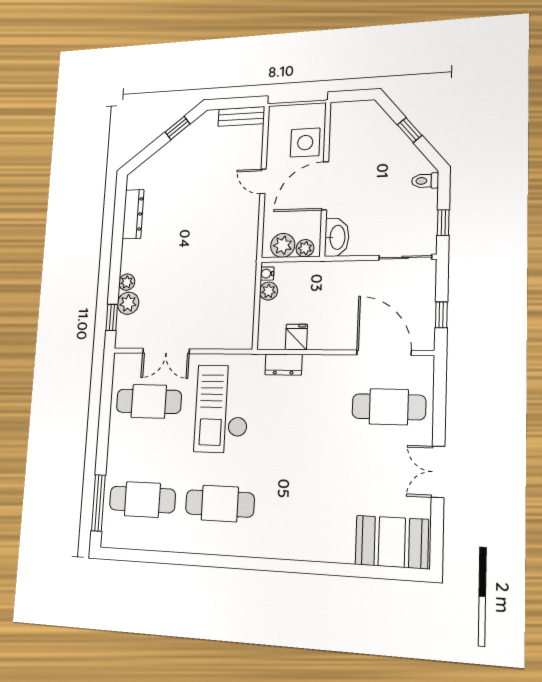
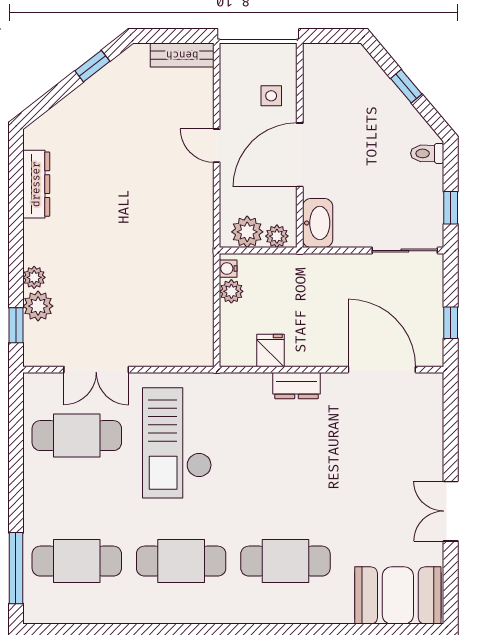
side table: (305, 143) -> (271, 96), width x0.54, depth x0.54
dresser: (283, 365) -> (296, 386), moved
cafe table: (389, 407) -> (285, 561), moved

